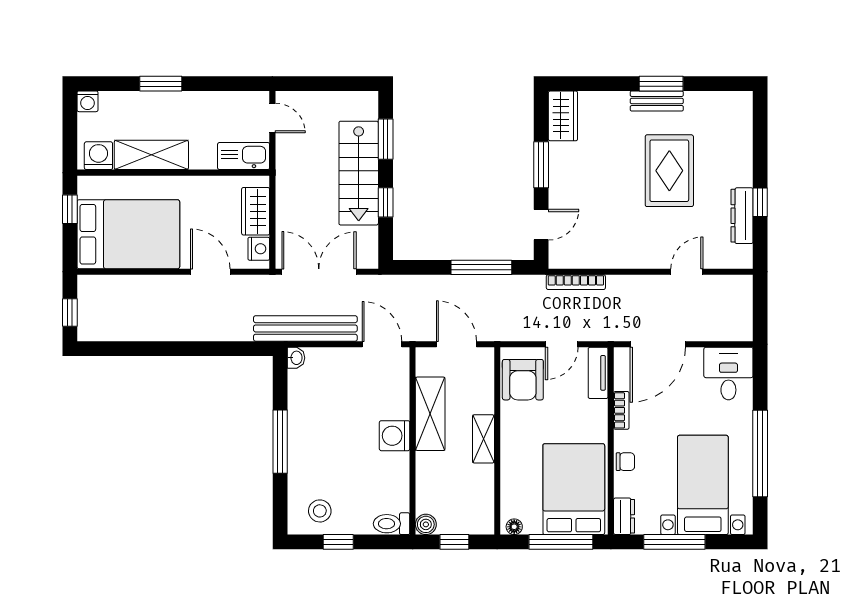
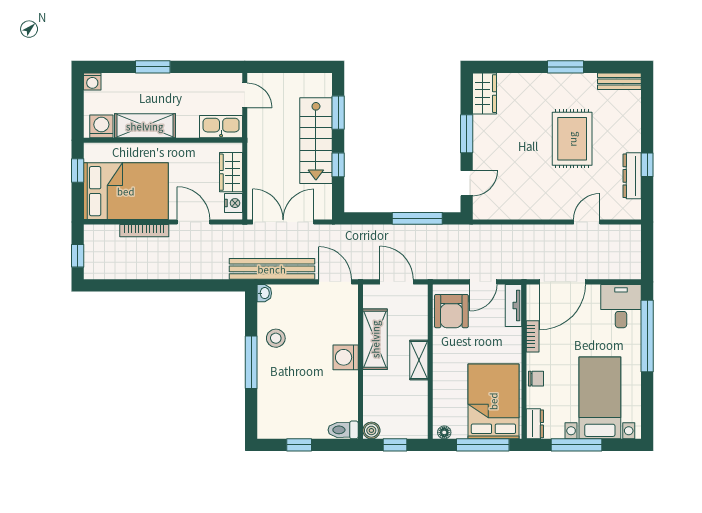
bench: (657, 101) -> (619, 81), moved
bookcase: (576, 282) -> (144, 231), moved
window: (760, 454) -> (647, 336), moved
stool: (320, 511) -> (276, 338), moved

